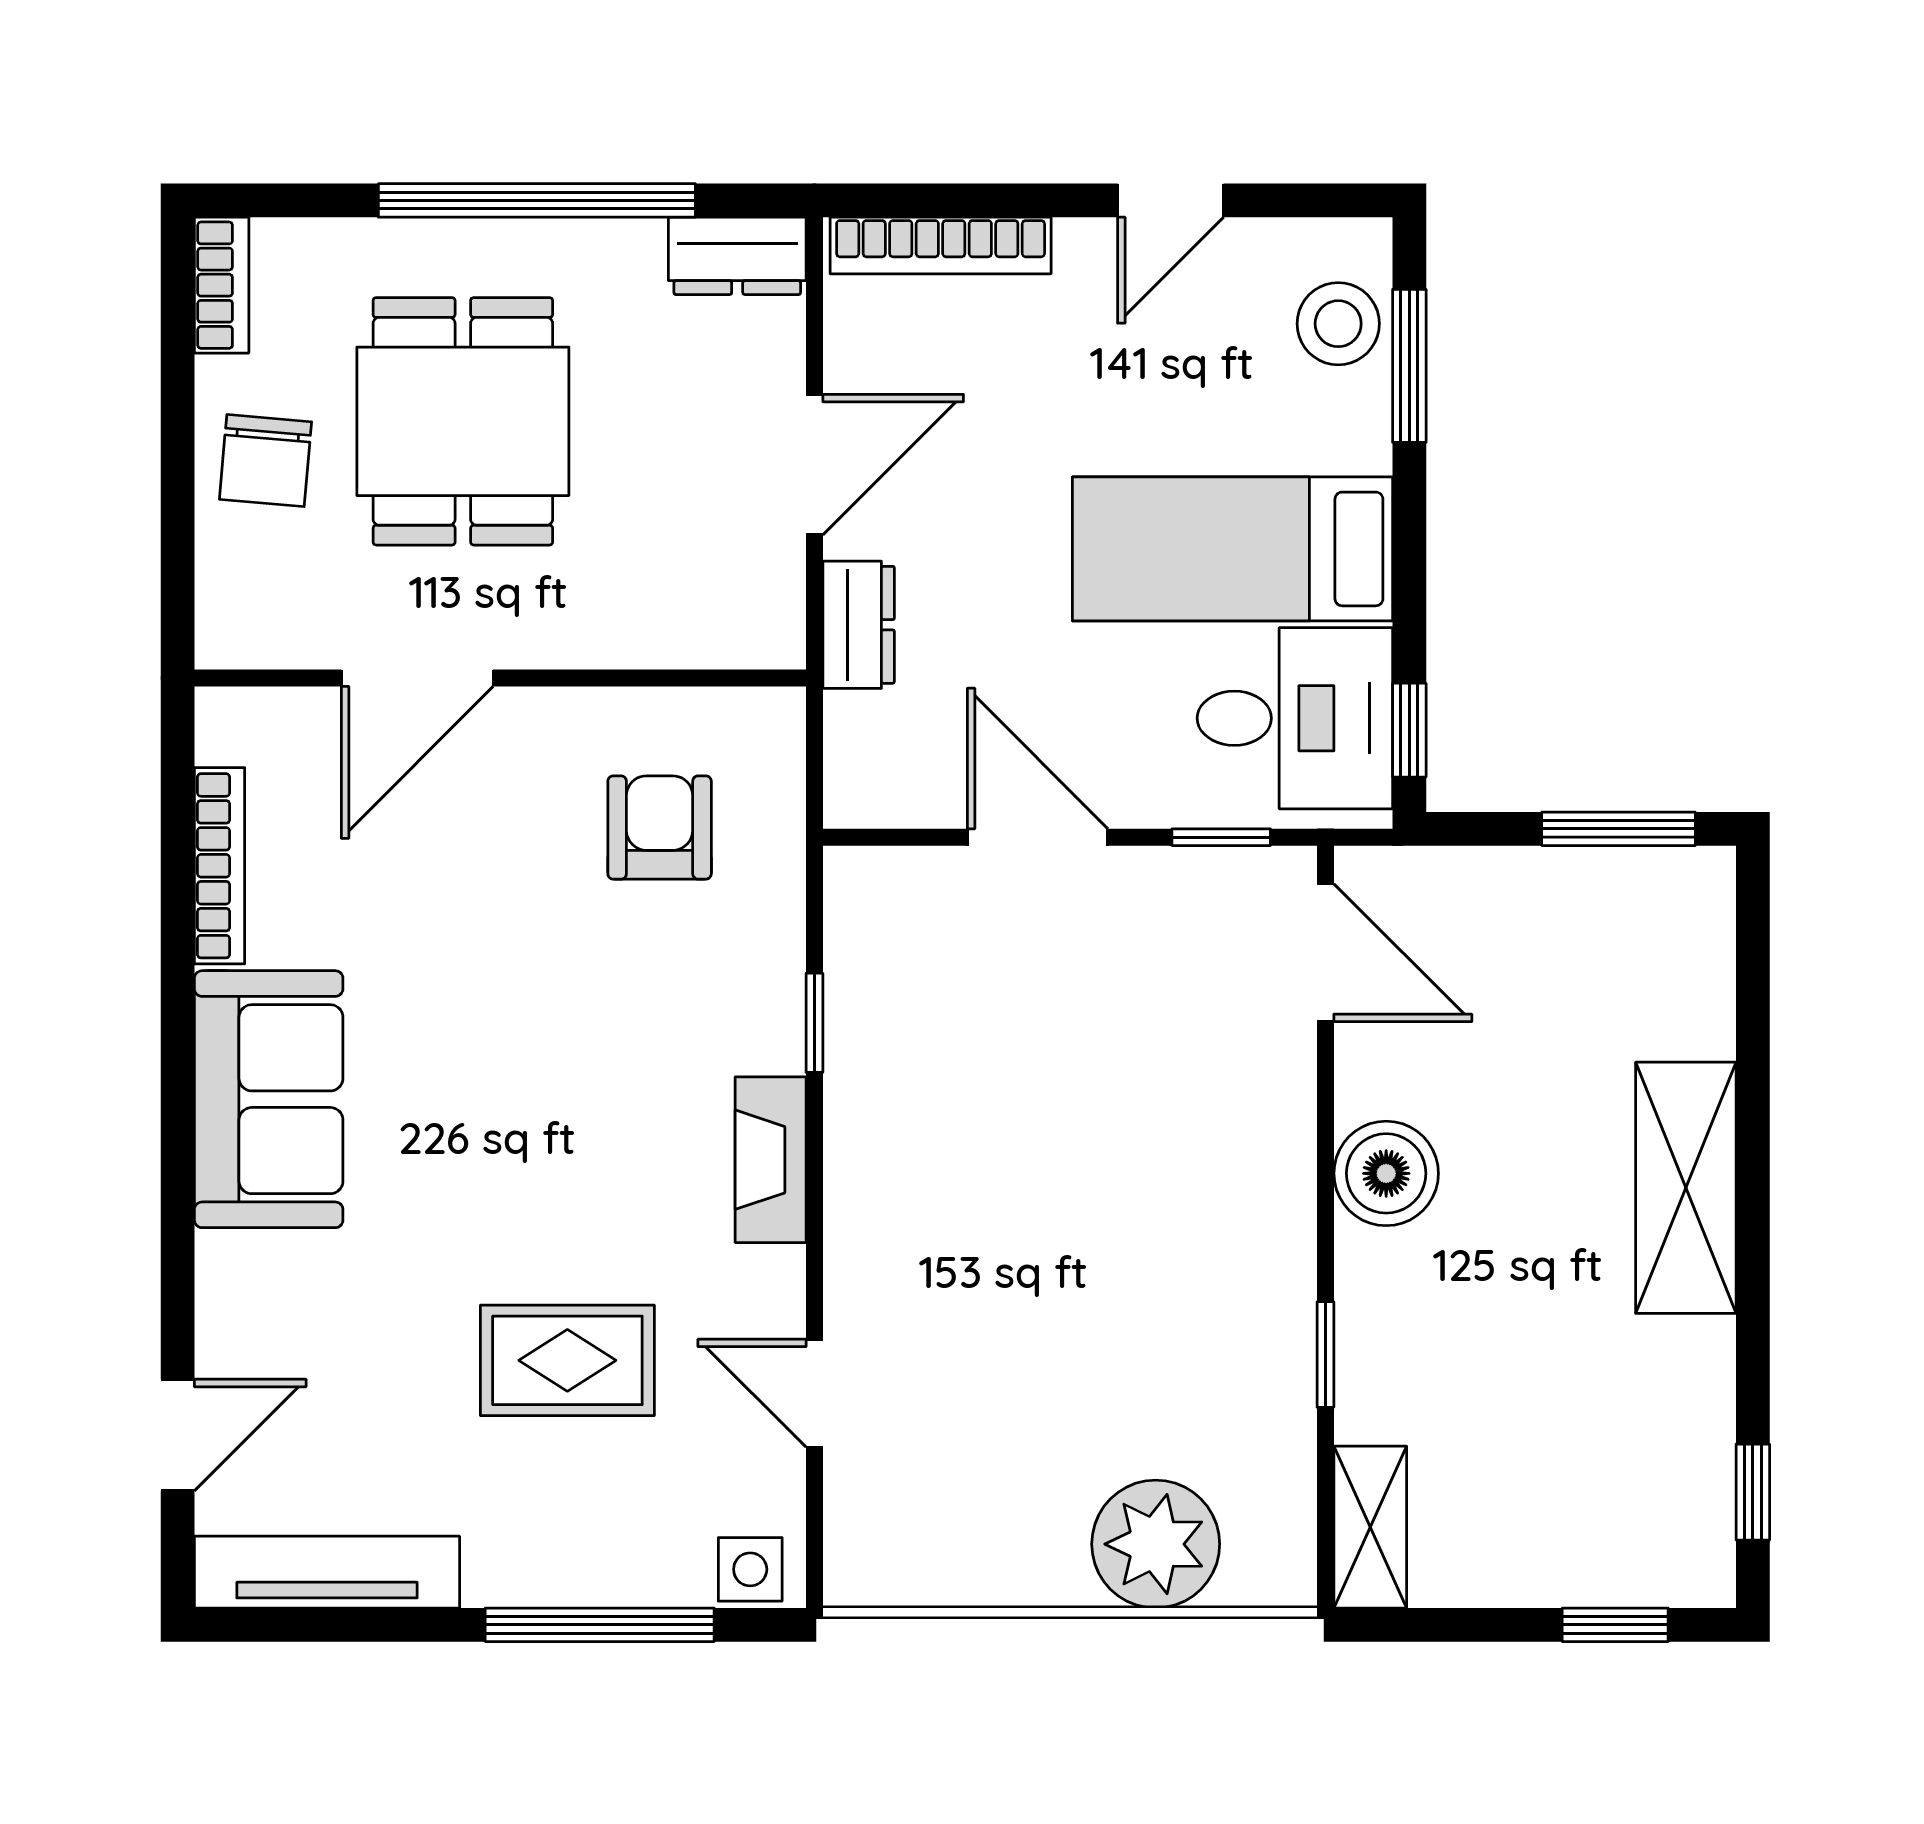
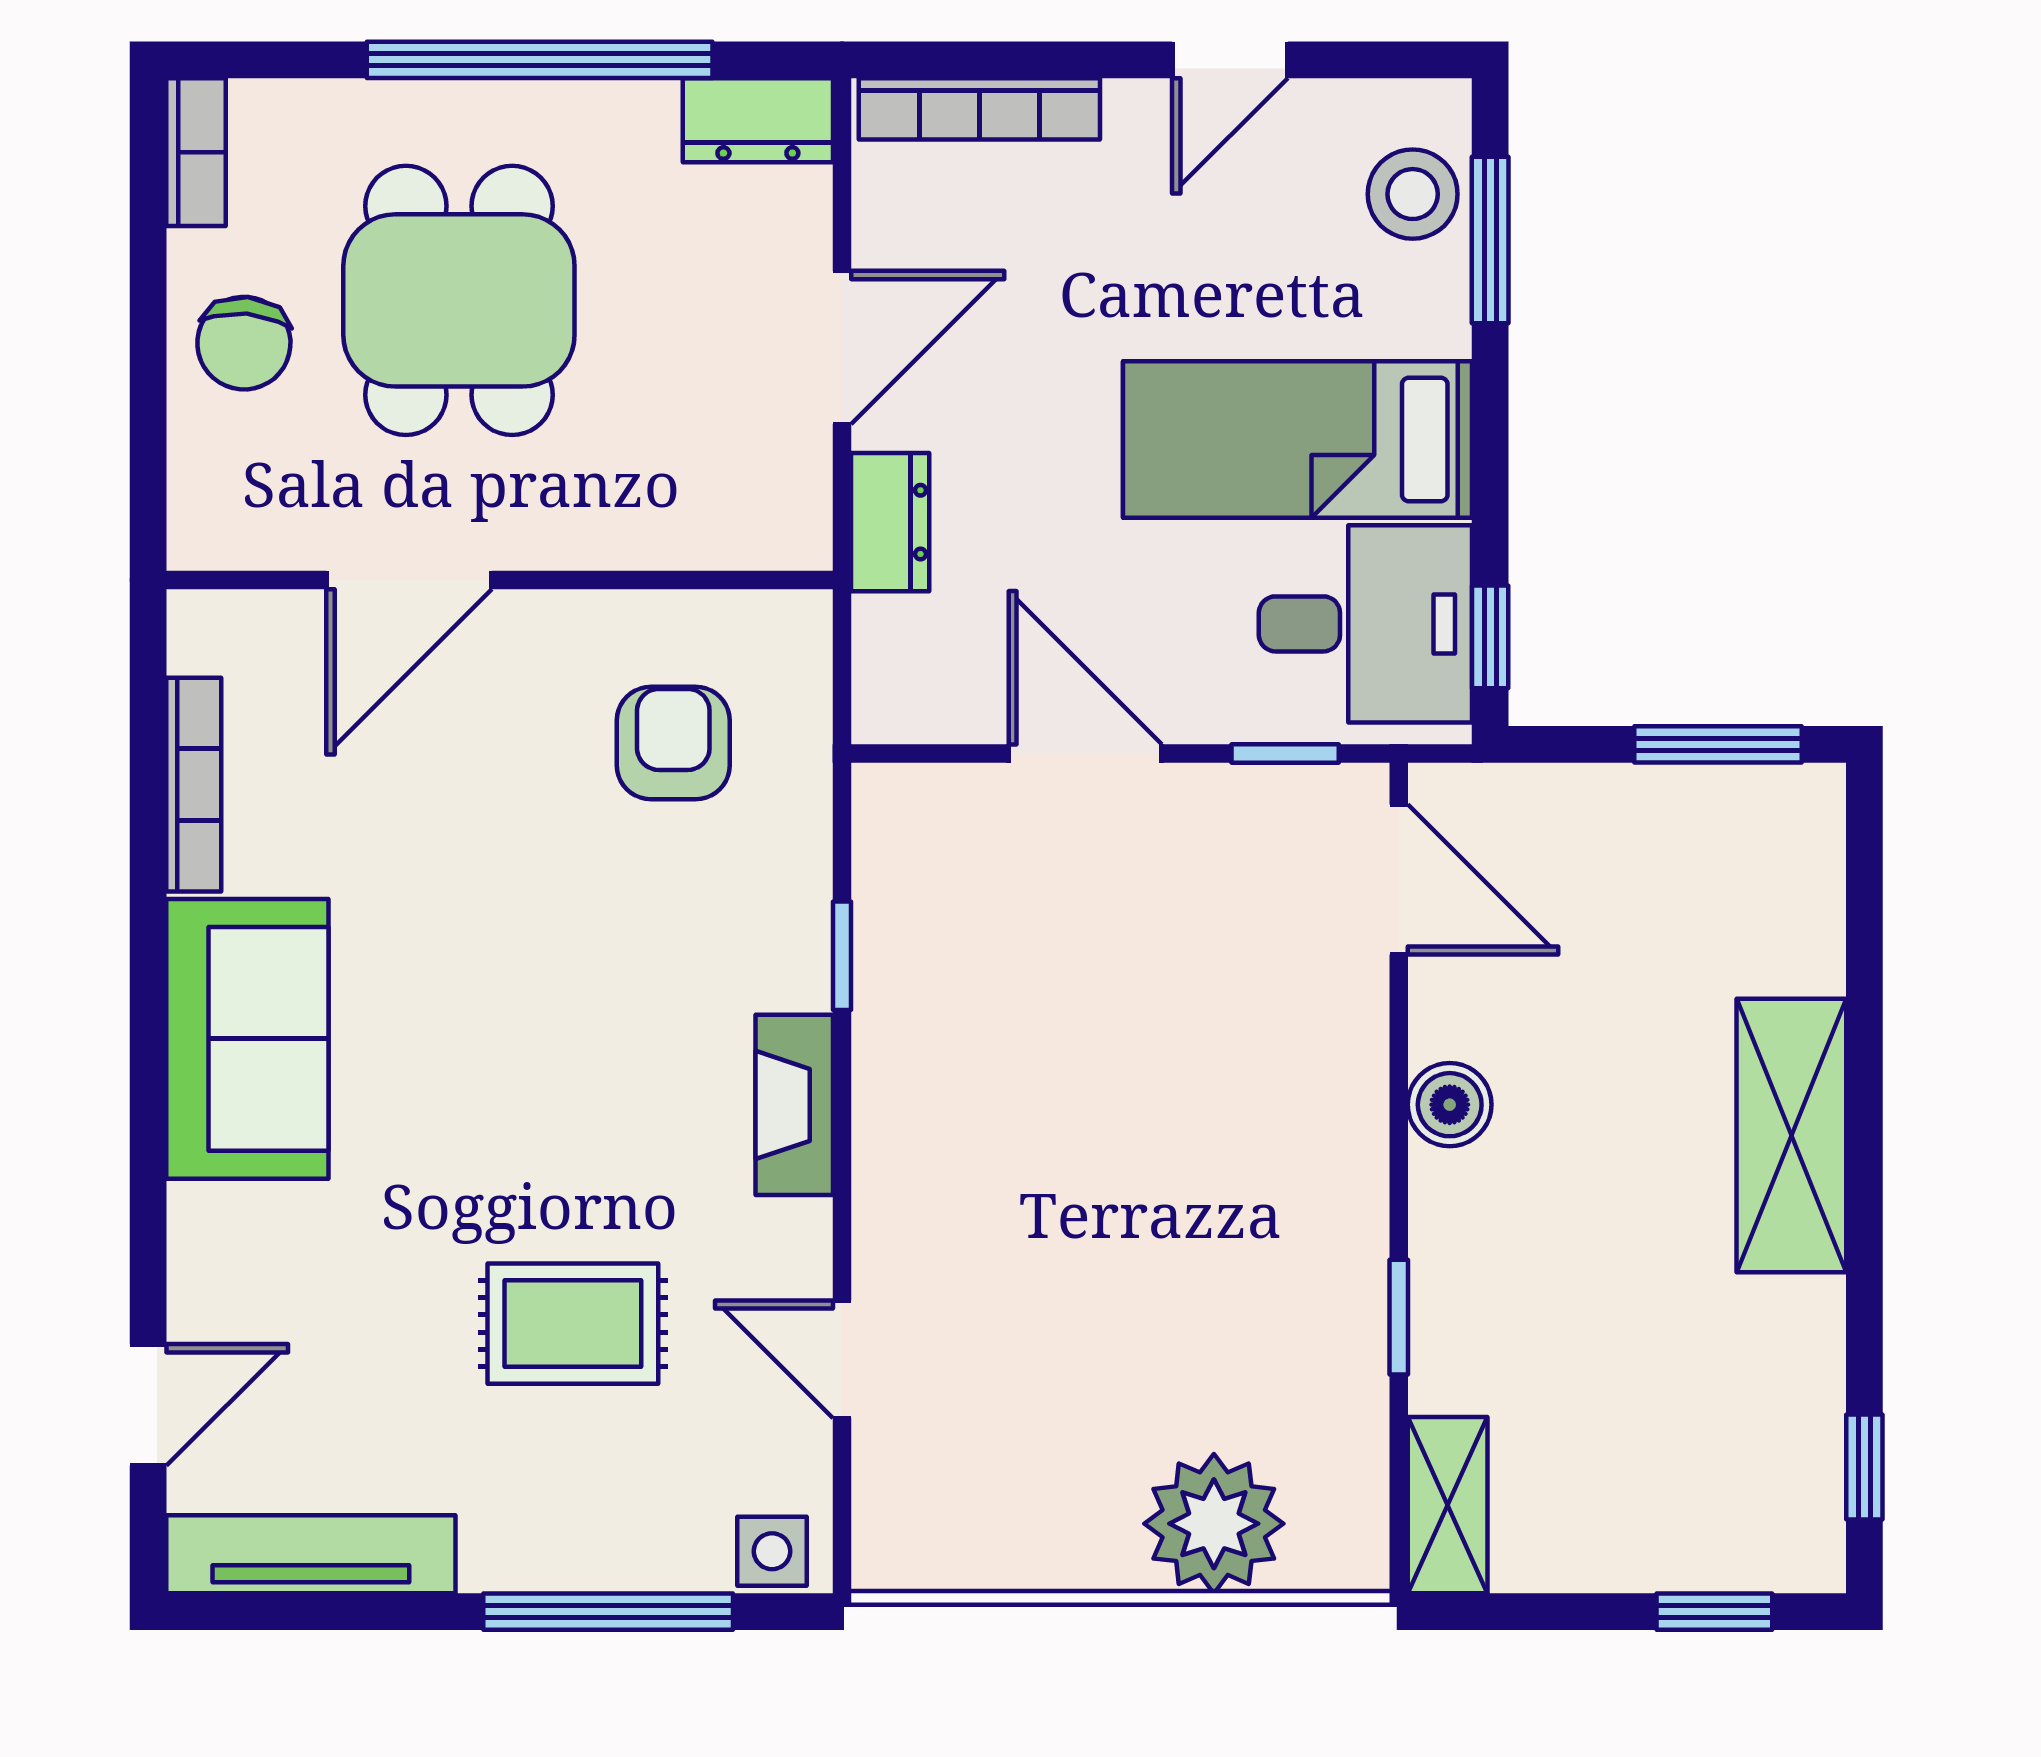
boiler: (1386, 1173) -> (1450, 1105), width x0.73, depth x0.73

